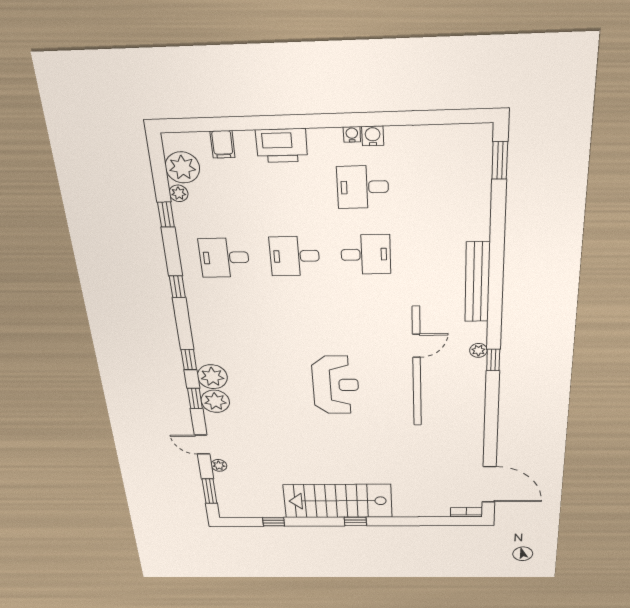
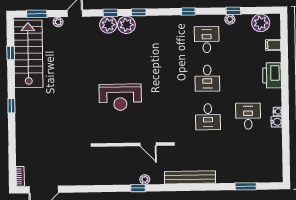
window: (500, 160) -> (246, 186), moved
plant: (179, 193) -> (230, 19), moved
desk: (295, 256) -> (207, 78), turned 180
stairs: (338, 501) -> (28, 54), moved

